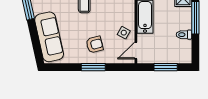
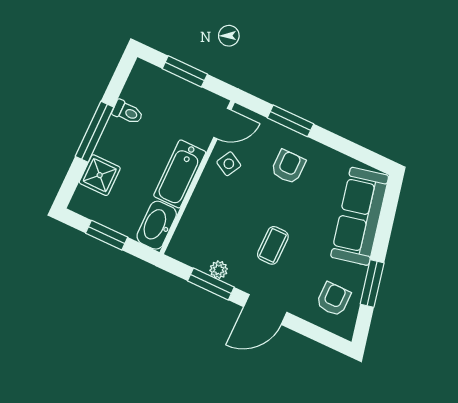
armchair: (95, 45) -> (288, 167), turned 104
window: (93, 67) -> (290, 121), moved

